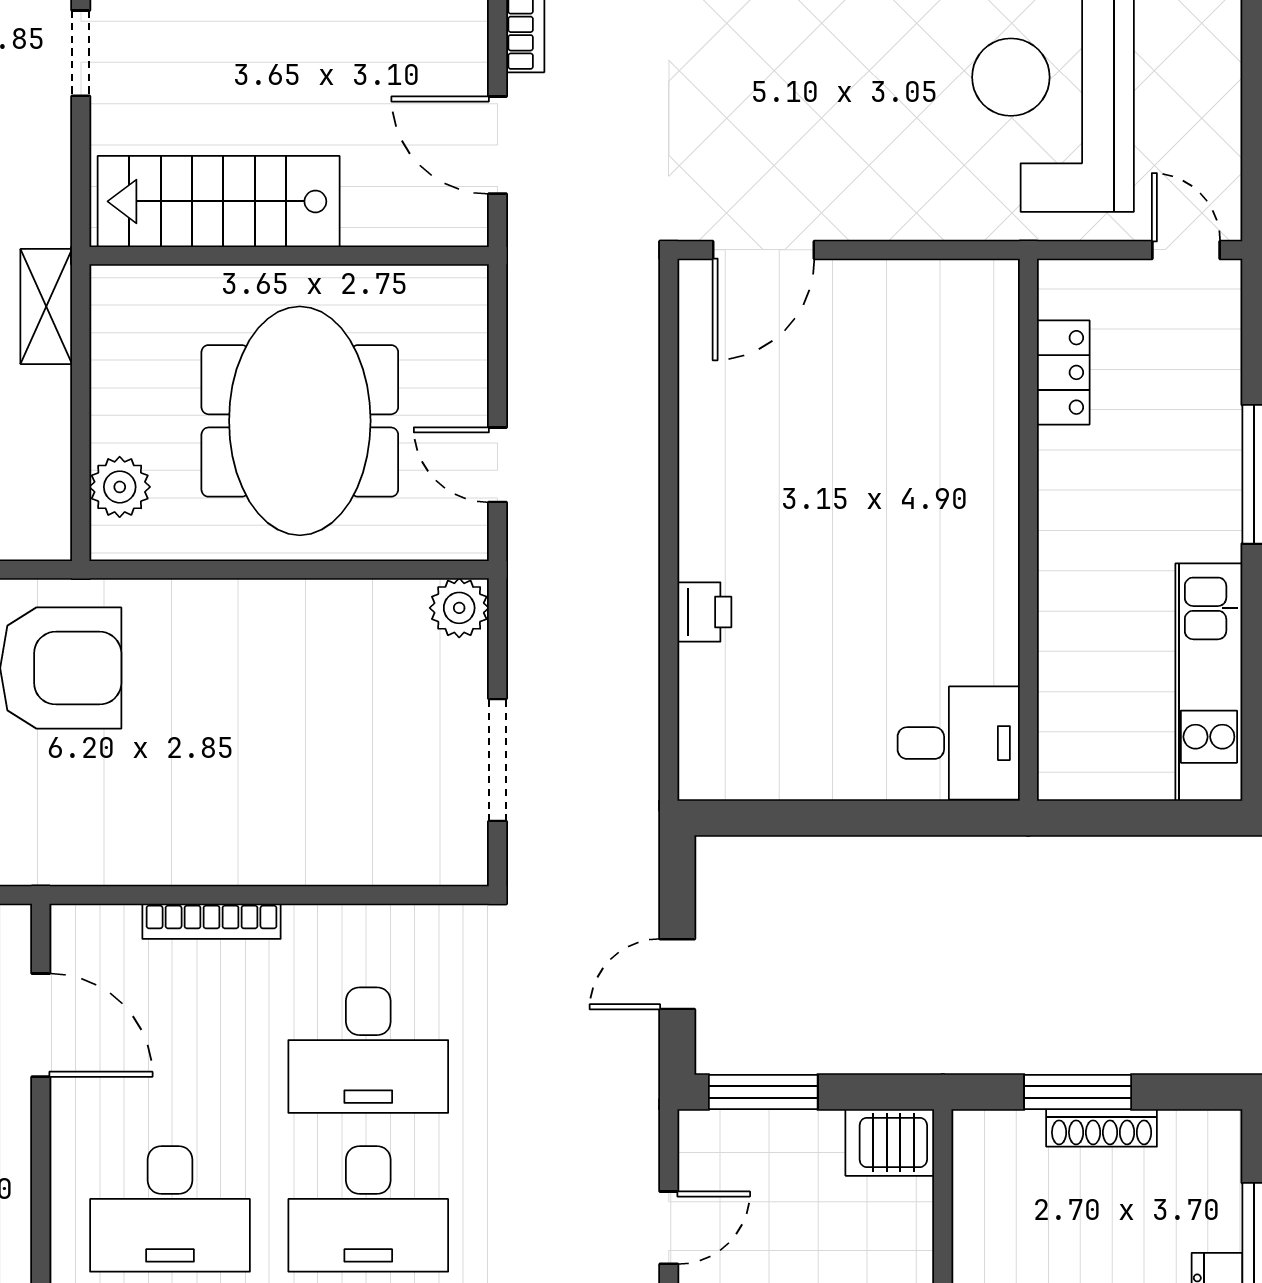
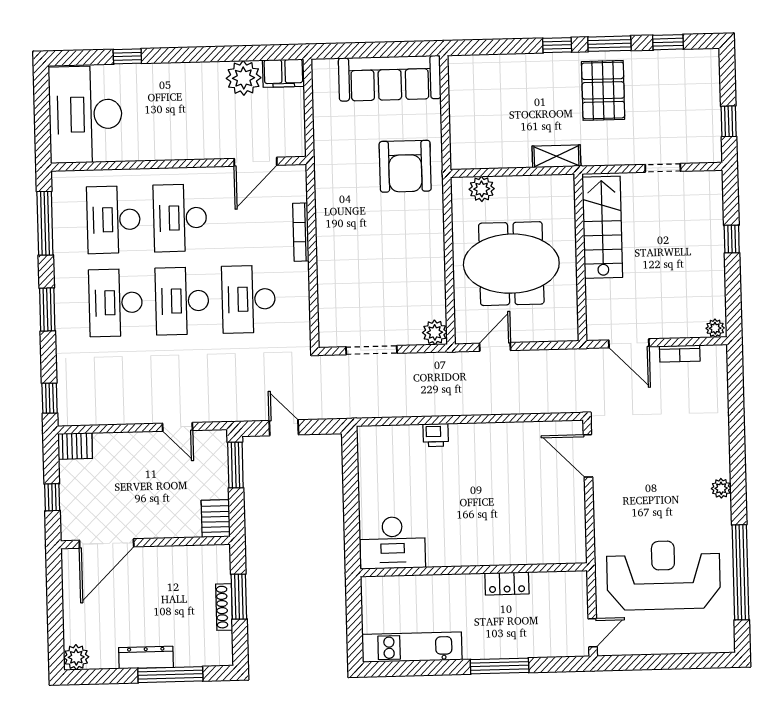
door: (497, 145) -> (629, 343), swing flipped
locker: (1063, 372) -> (507, 584), moved
desk: (959, 743) -> (392, 543), width x1.37

